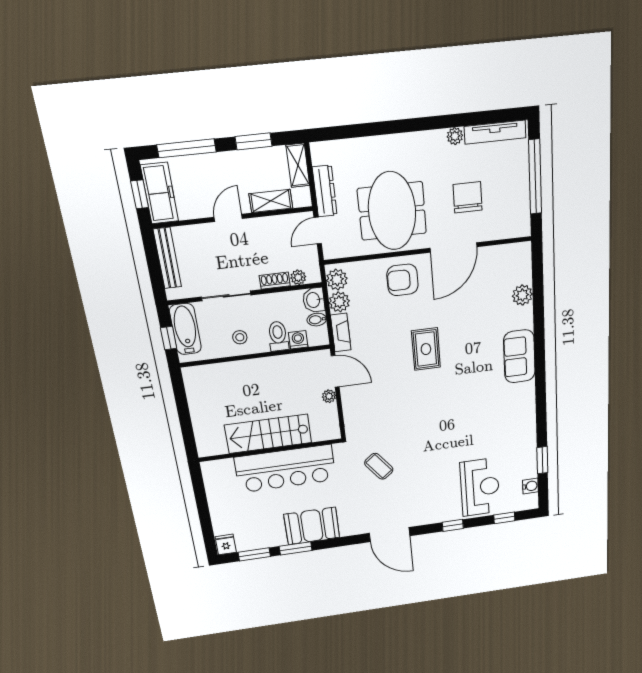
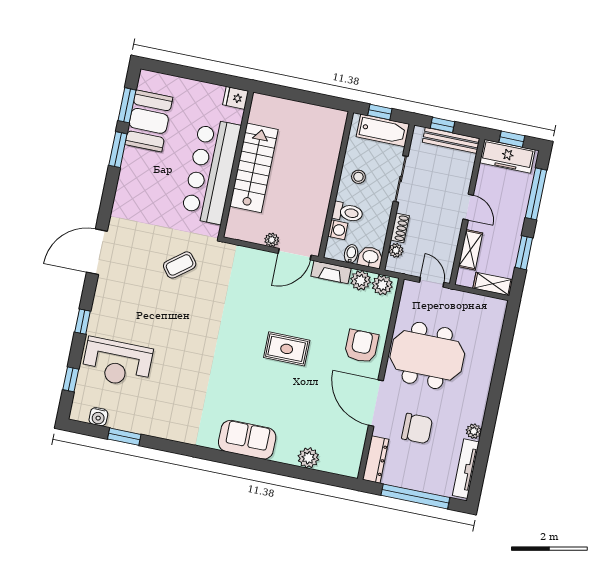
dresser: (325, 191) -> (376, 459), moved, turned -90
window: (155, 272) -> (443, 125), added
booth: (312, 526) -> (149, 121), moved
fridge: (226, 545) -> (236, 98), moved, turned 180

